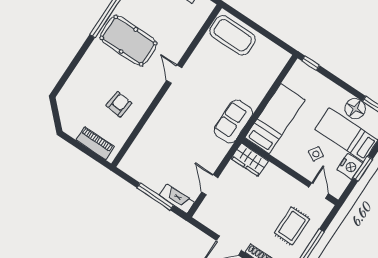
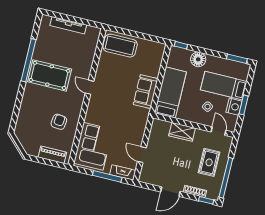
floor lamp: (355, 109) -> (198, 59), moved
sofa: (233, 121) -> (146, 92), moved
corner sofa: (151, 151) -> (93, 146), added
wardrobe: (250, 160) -> (182, 132), moved

